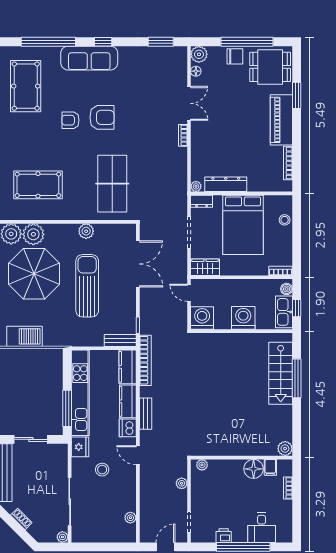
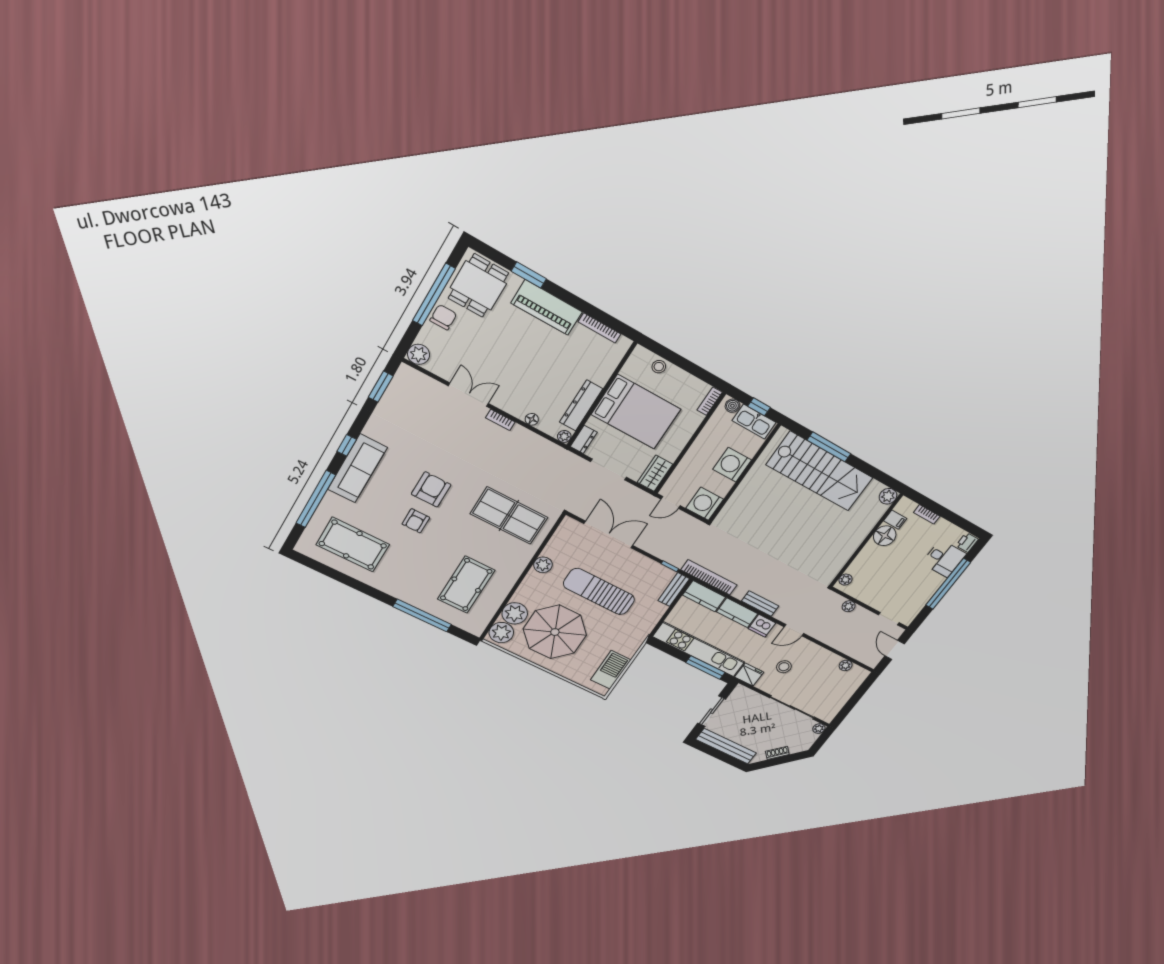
floor lamp: (196, 71) -> (532, 419), moved
stairs: (281, 373) -> (819, 471), width x1.36, depth x1.51
printer: (224, 536) -> (967, 543), moved

